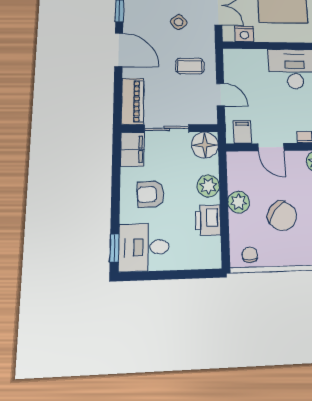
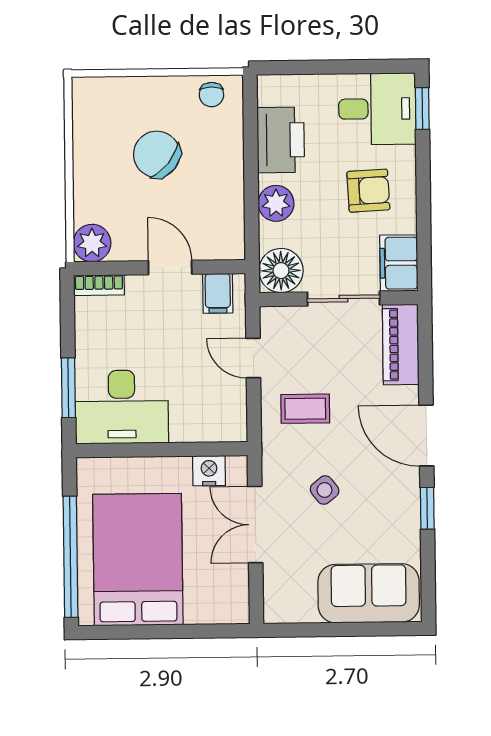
plant: (239, 202) -> (227, 177), removed
printer: (208, 220) -> (281, 140), width x1.37, depth x1.19

